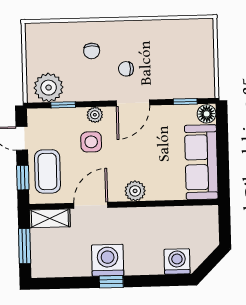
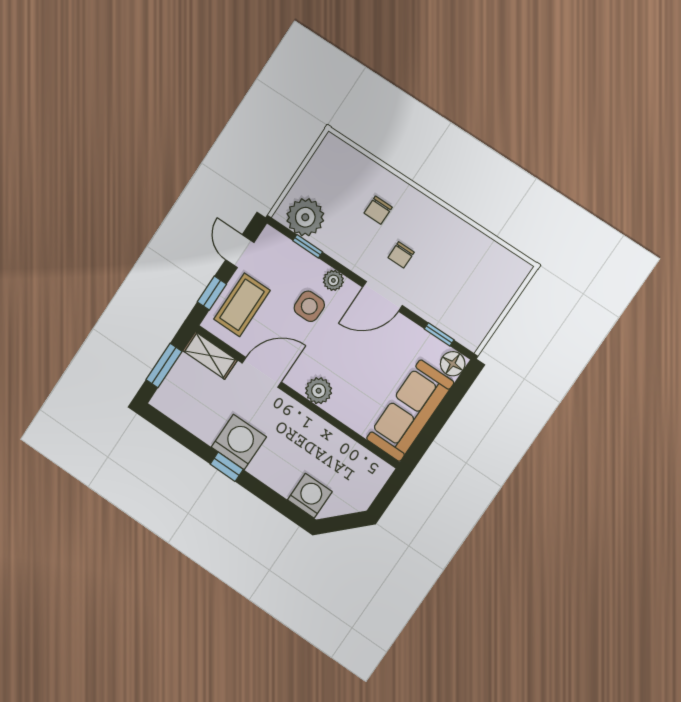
chair: (126, 69) -> (401, 255), turned -90

